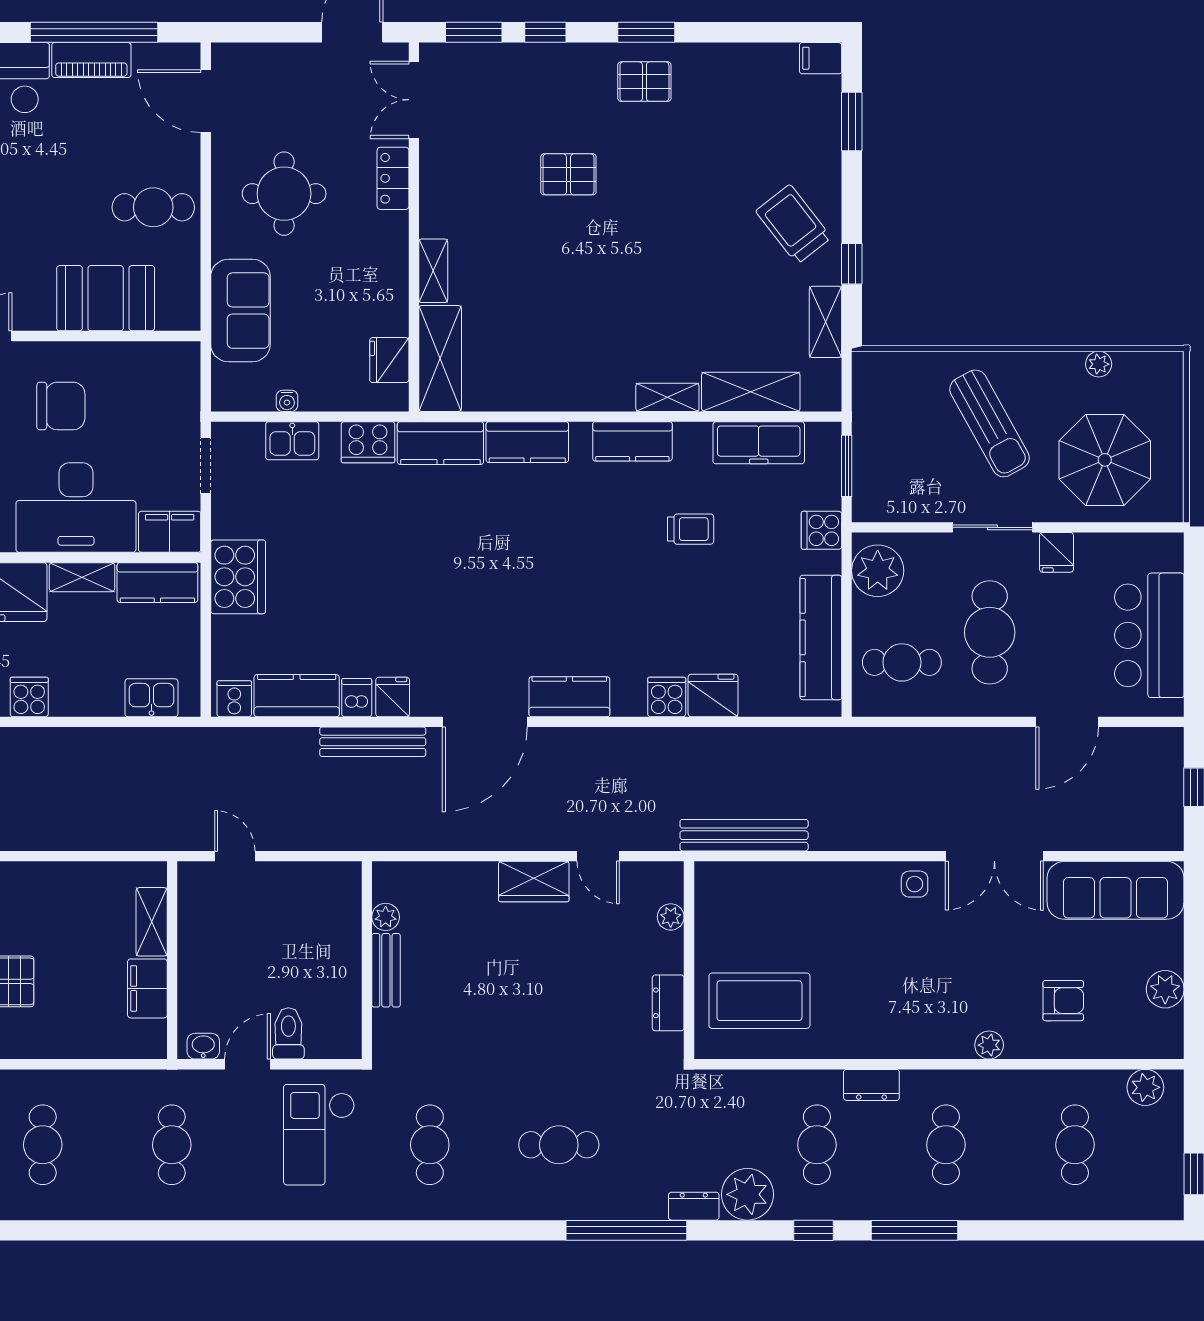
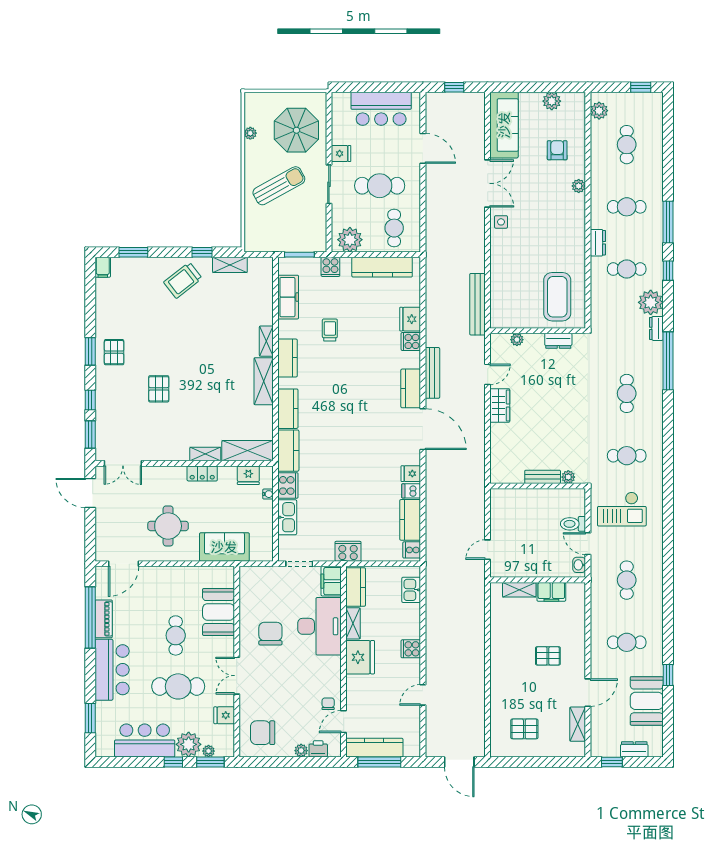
locker: (393, 178) -> (202, 473), moved
cafe table: (153, 207) -> (176, 635), moved
shelving: (751, 392) -> (264, 381), moved
water cooler: (287, 401) -> (268, 494), moved
kitchen sink: (292, 441) -> (287, 517), width x1.38
cooker: (238, 577) -> (348, 551), width x0.73, depth x0.76
bench: (373, 742) -> (432, 373), moved
plant: (386, 917) -> (568, 477), moved
cafe table: (172, 1145) -> (627, 580), turned 90
cafe table: (1075, 1145) -> (627, 145), turned 90

